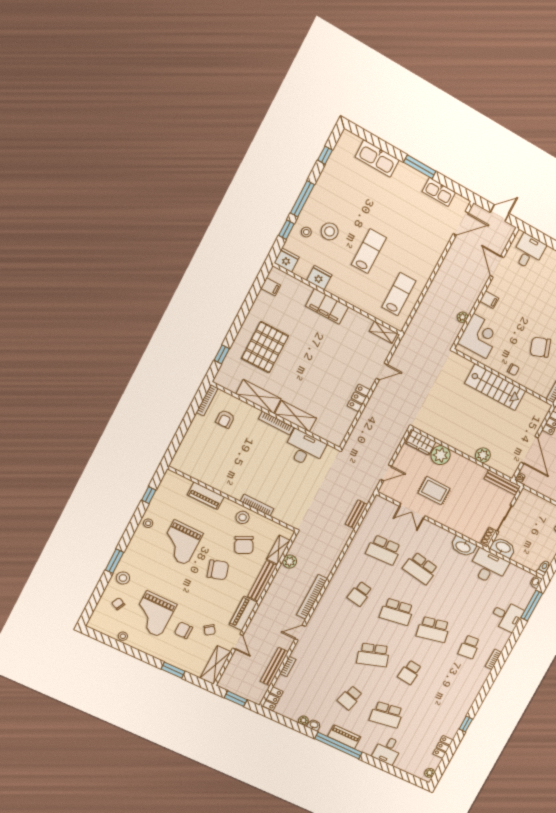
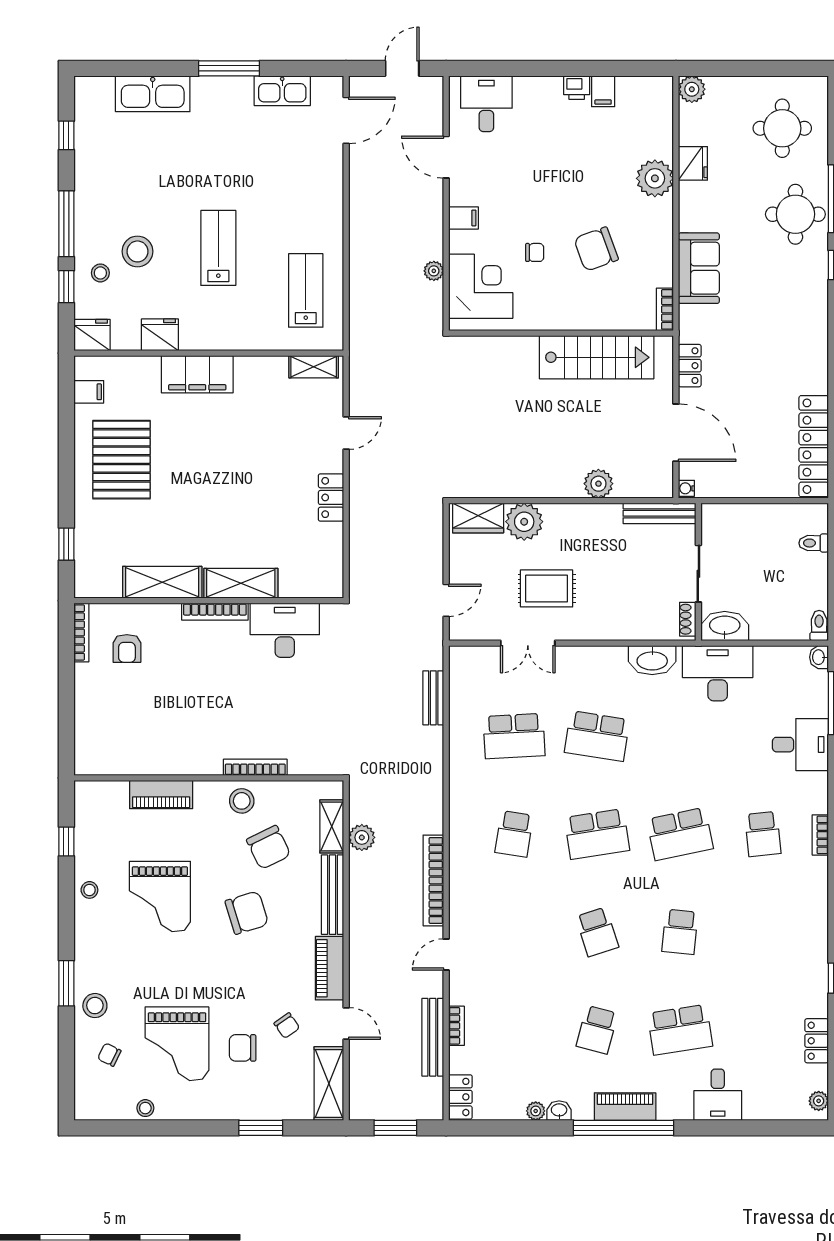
pallet: (265, 347) -> (122, 460), moved
chair: (513, 370) -> (535, 252), moved
stairs: (495, 387) -> (597, 357), moved
school desk: (373, 655) -> (597, 932), width x0.54

